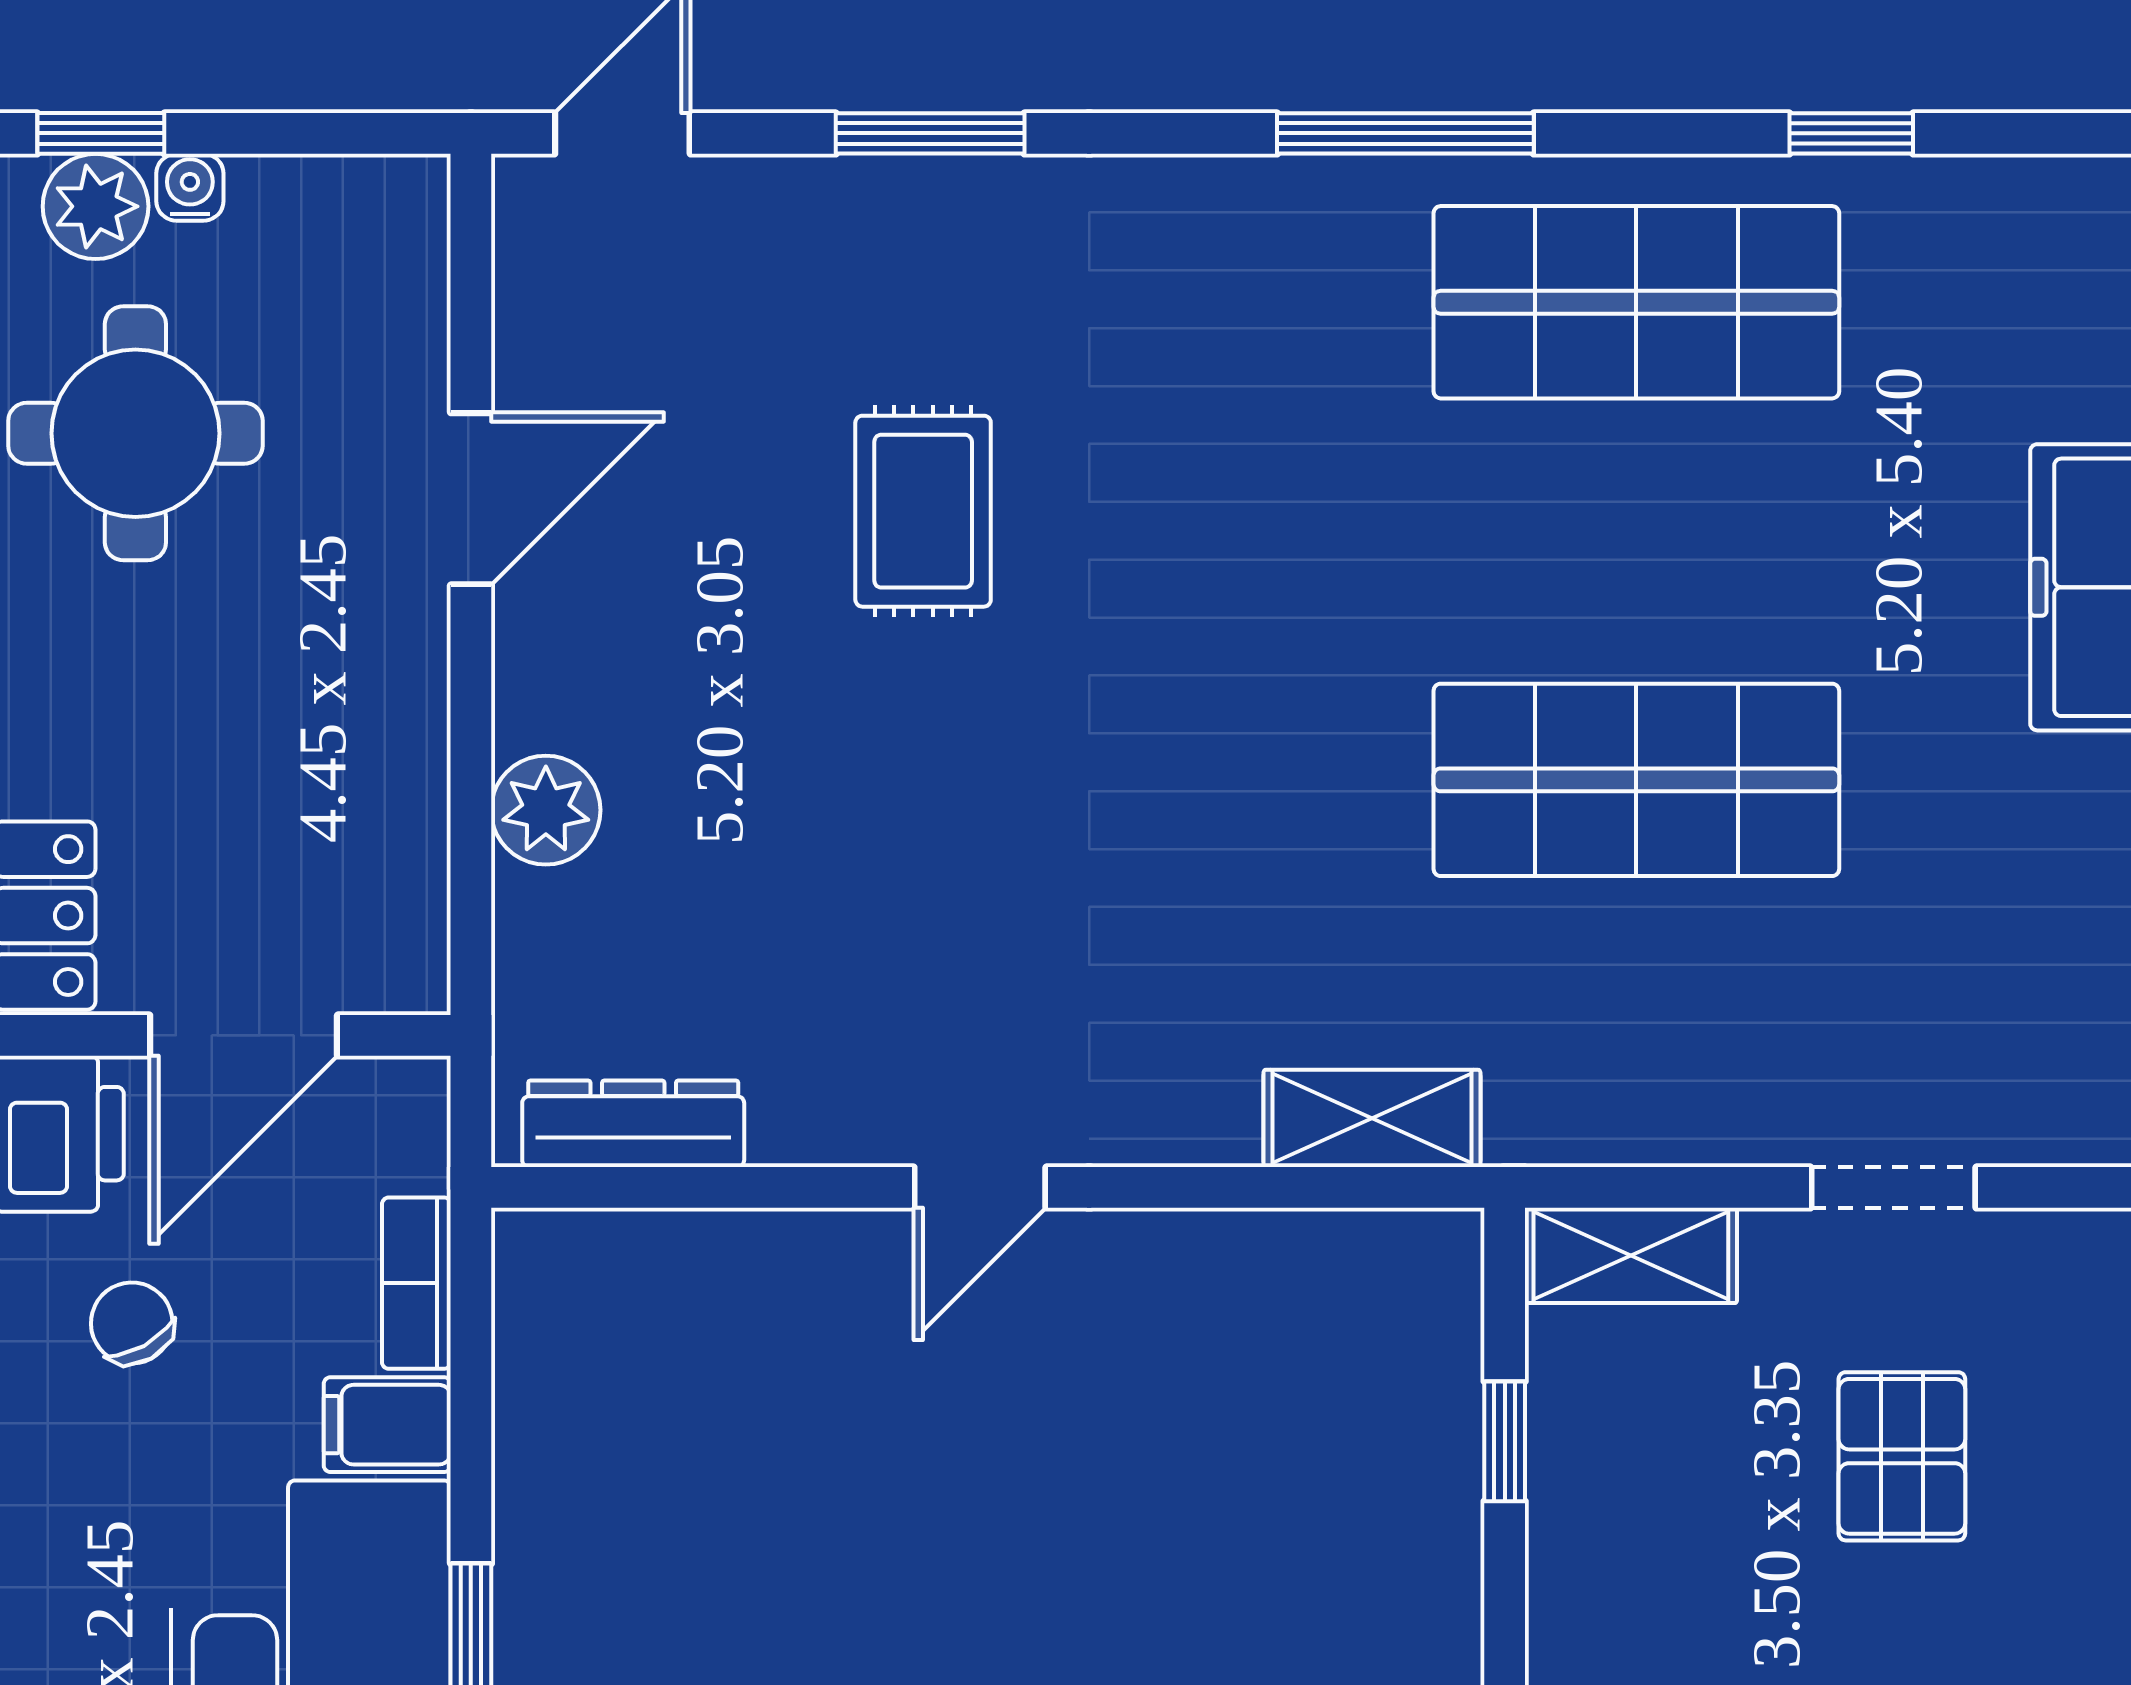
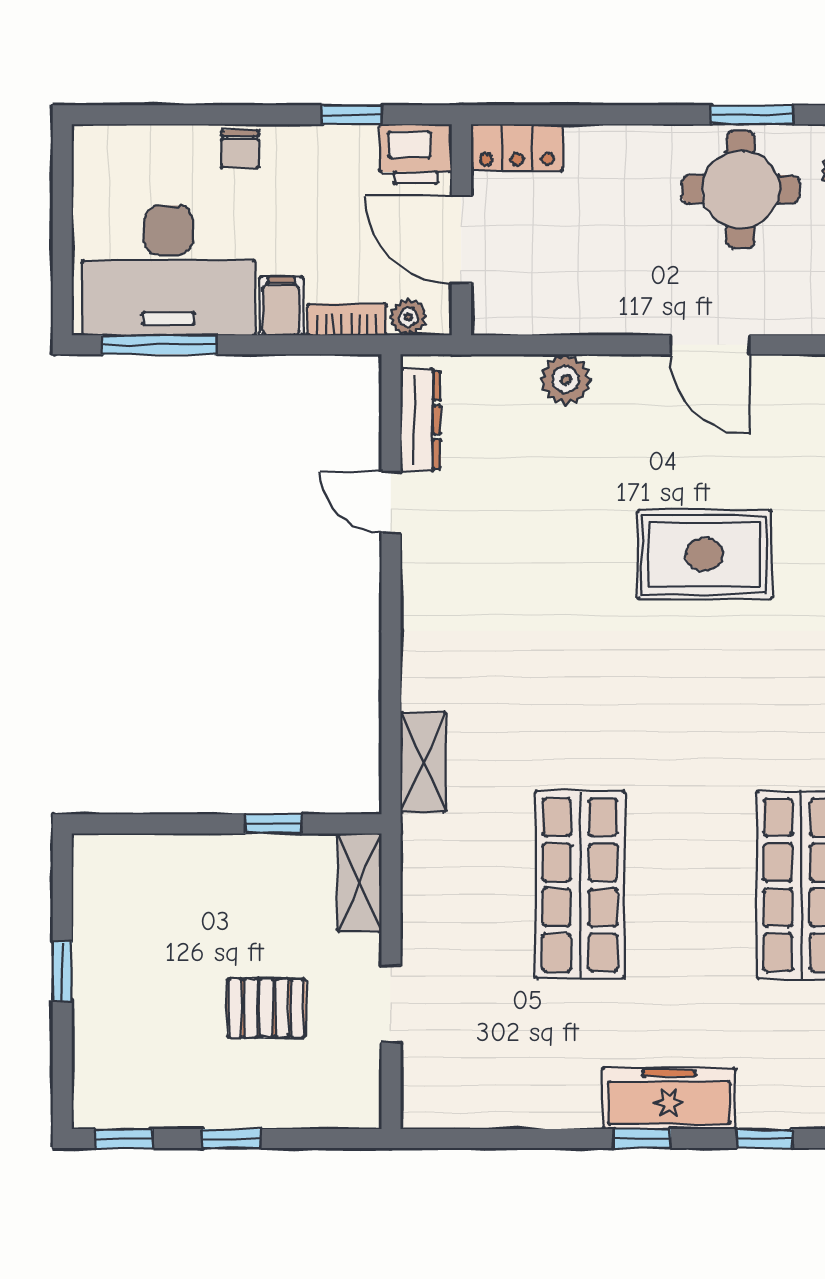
rug: (923, 511) -> (704, 554), width x1.36, depth x1.43
plant: (411, 1150) -> (408, 317), added
door: (980, 1187) -> (391, 502), moved
chair: (132, 1323) -> (240, 149), moved, turned 119

